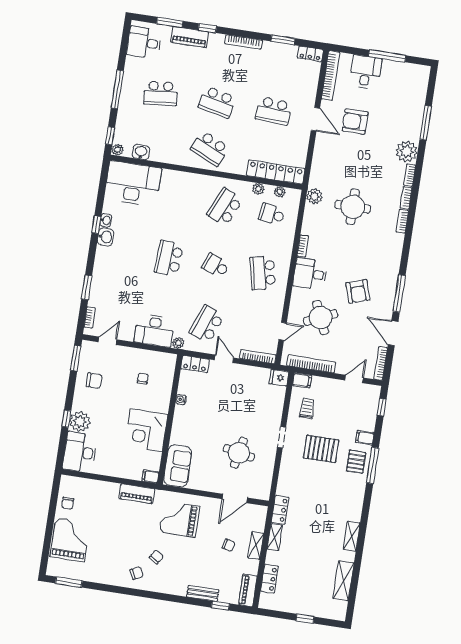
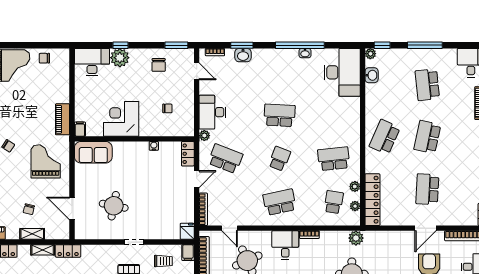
school desk: (225, 207) -> (334, 159), turned -30
window: (96, 225) -> (300, 45), width x3.17
washbasin: (105, 237) -> (243, 55), moved

